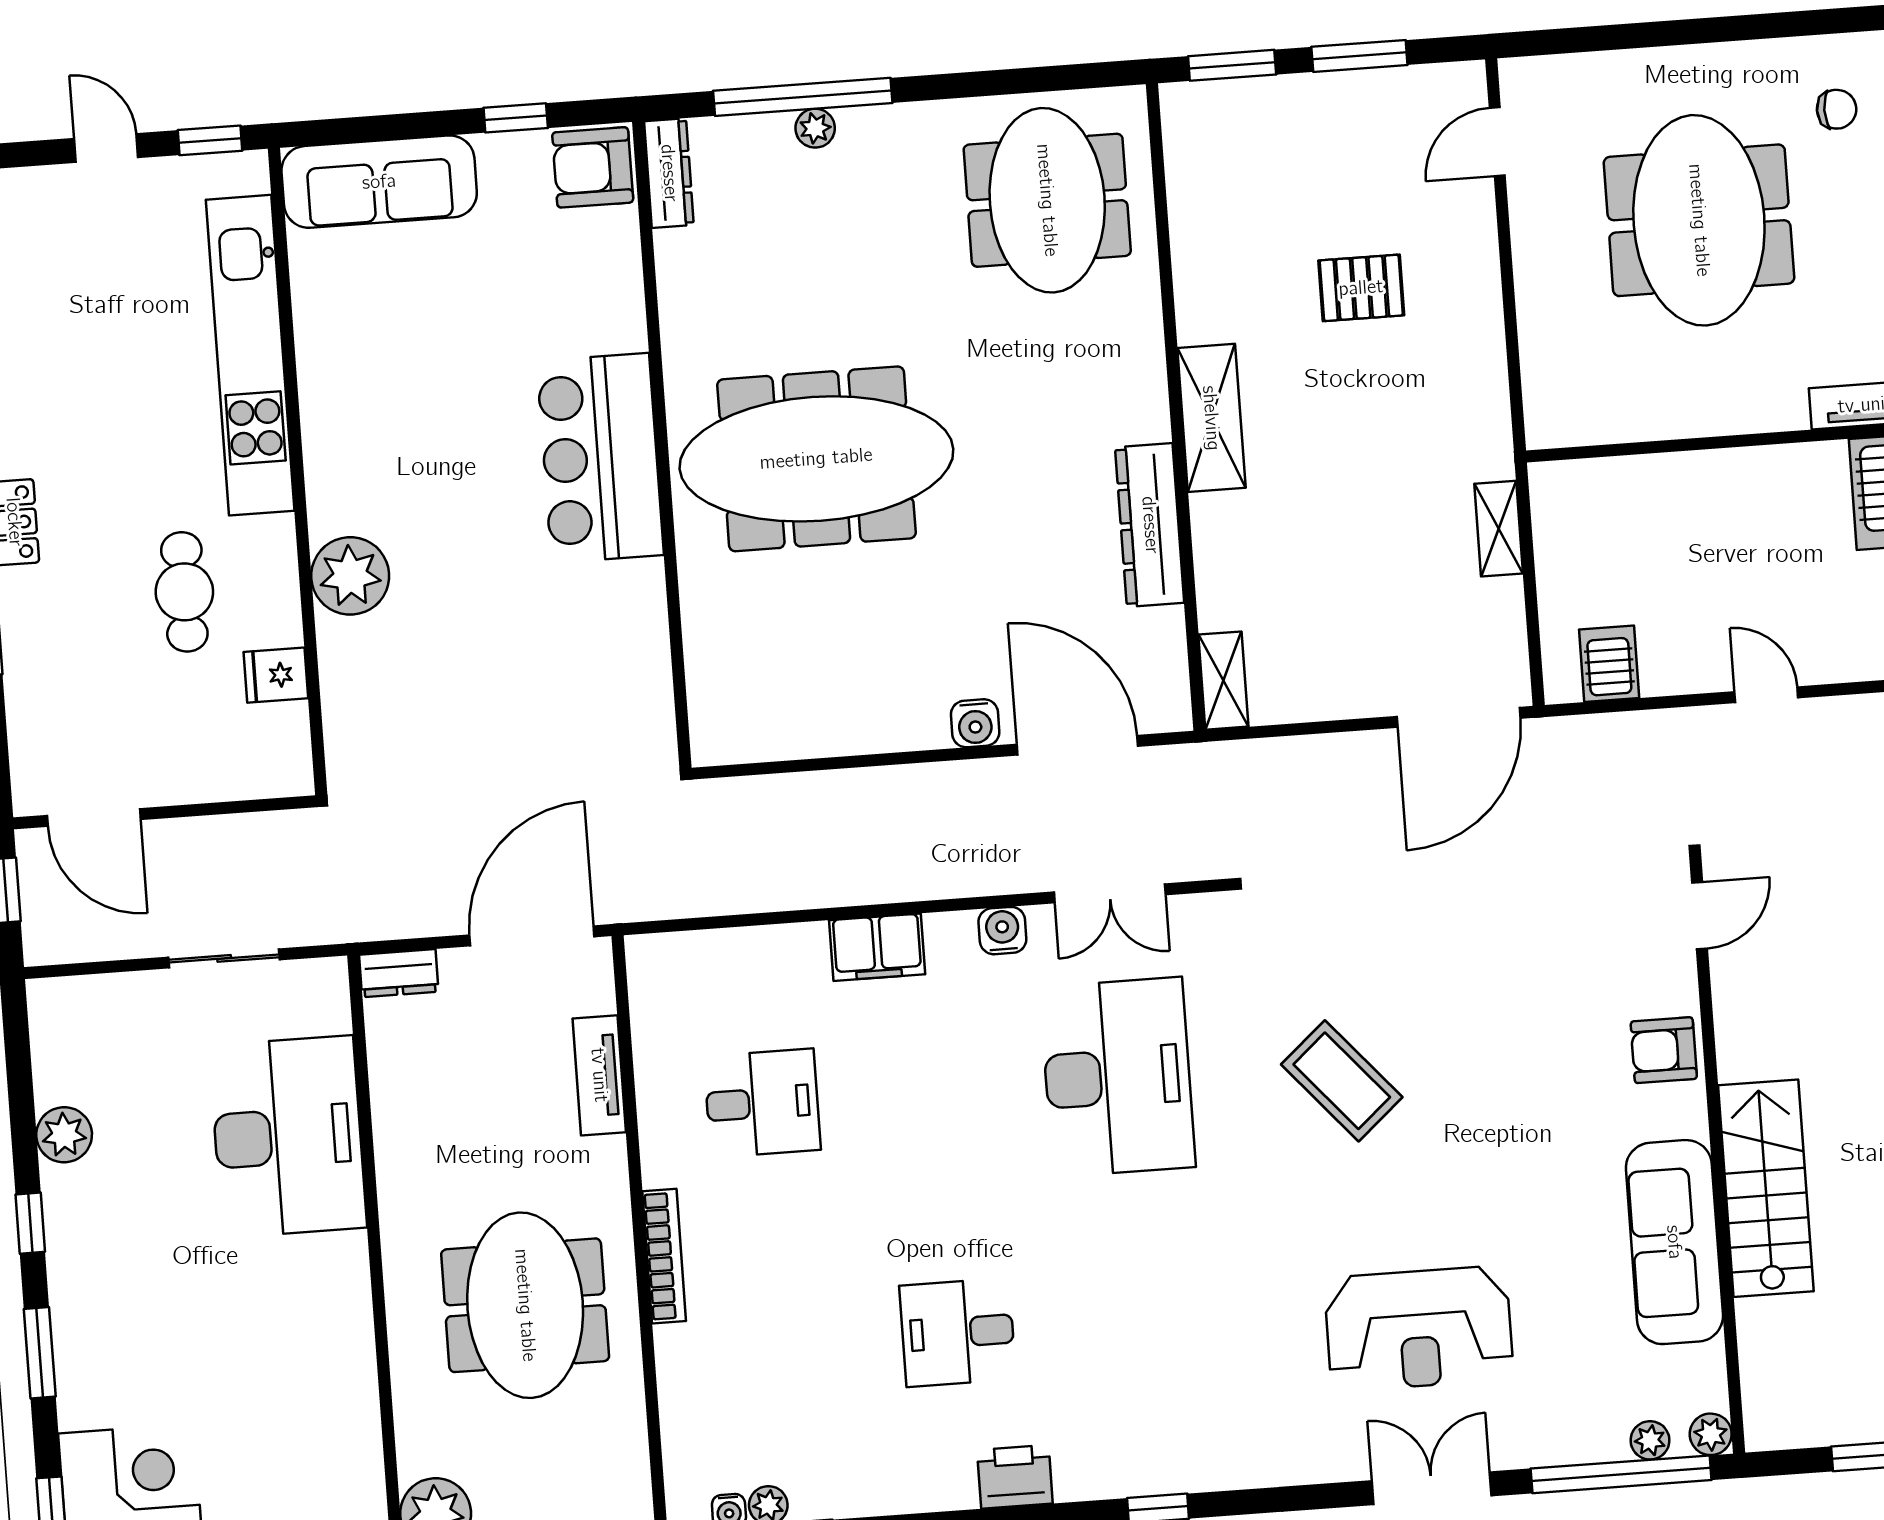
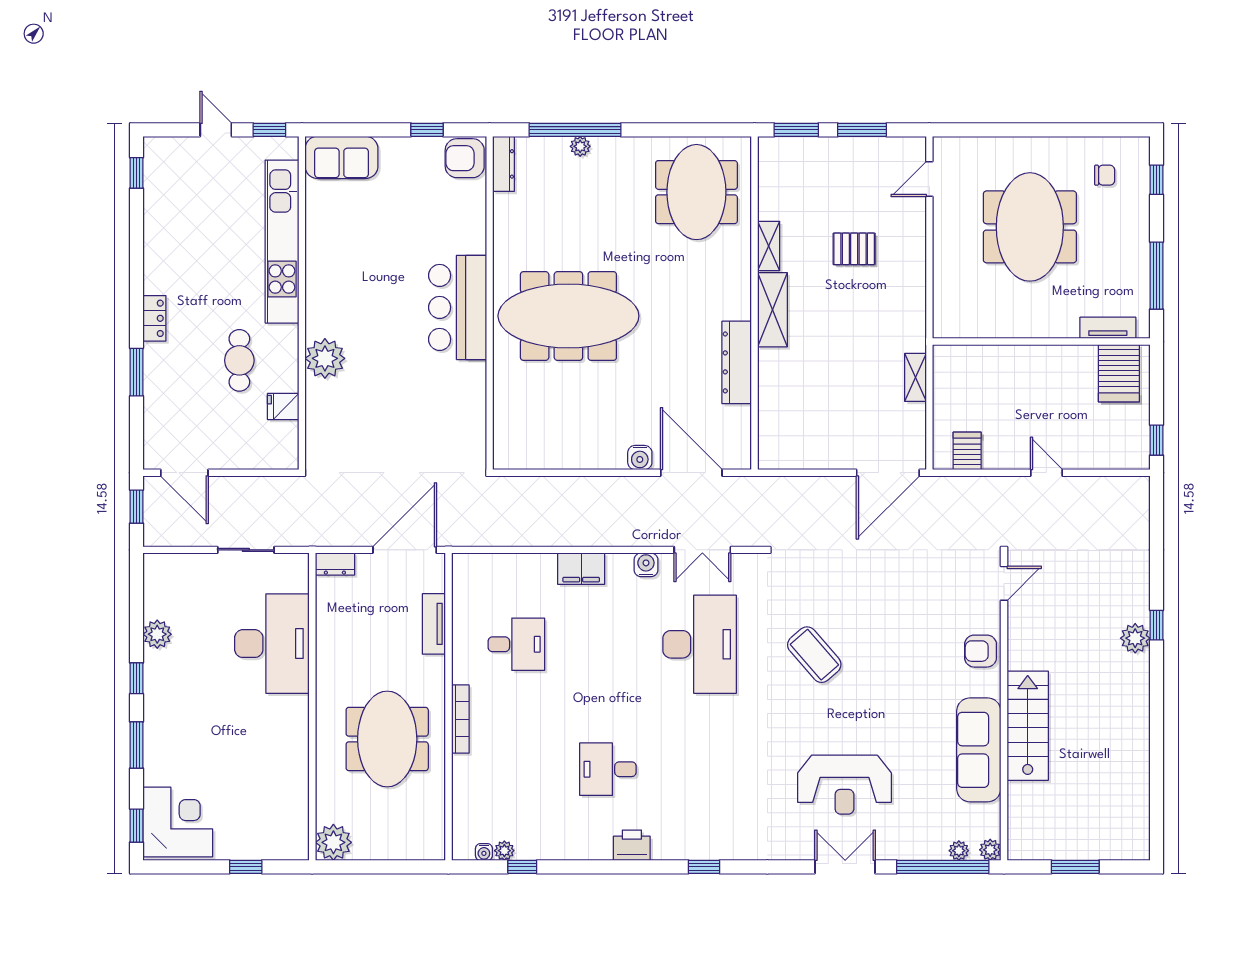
sofa: (379, 182) -> (341, 157), width x0.73
shelving: (1223, 681) -> (769, 246), moved

